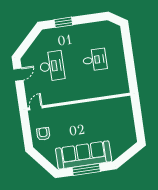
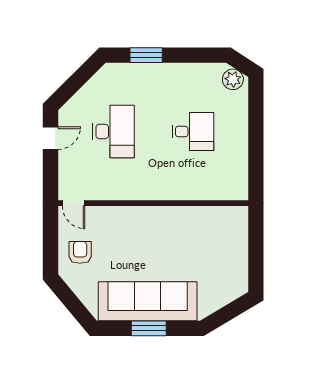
plant: (112, 29) -> (233, 79), added
door: (36, 108) -> (74, 203), swing flipped
window: (86, 170) -> (149, 328), width x0.69

